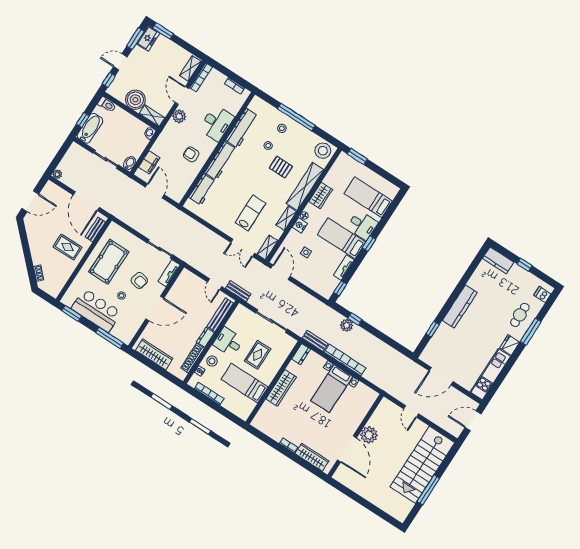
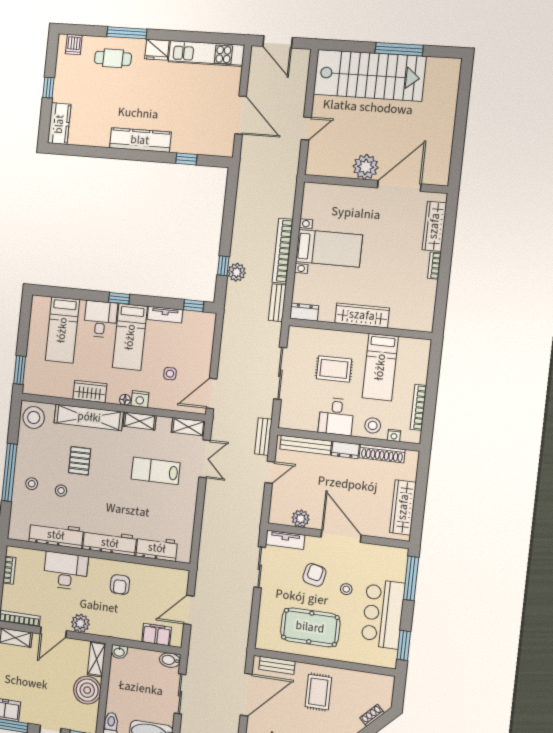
plant: (177, 289) -> (301, 519), added

